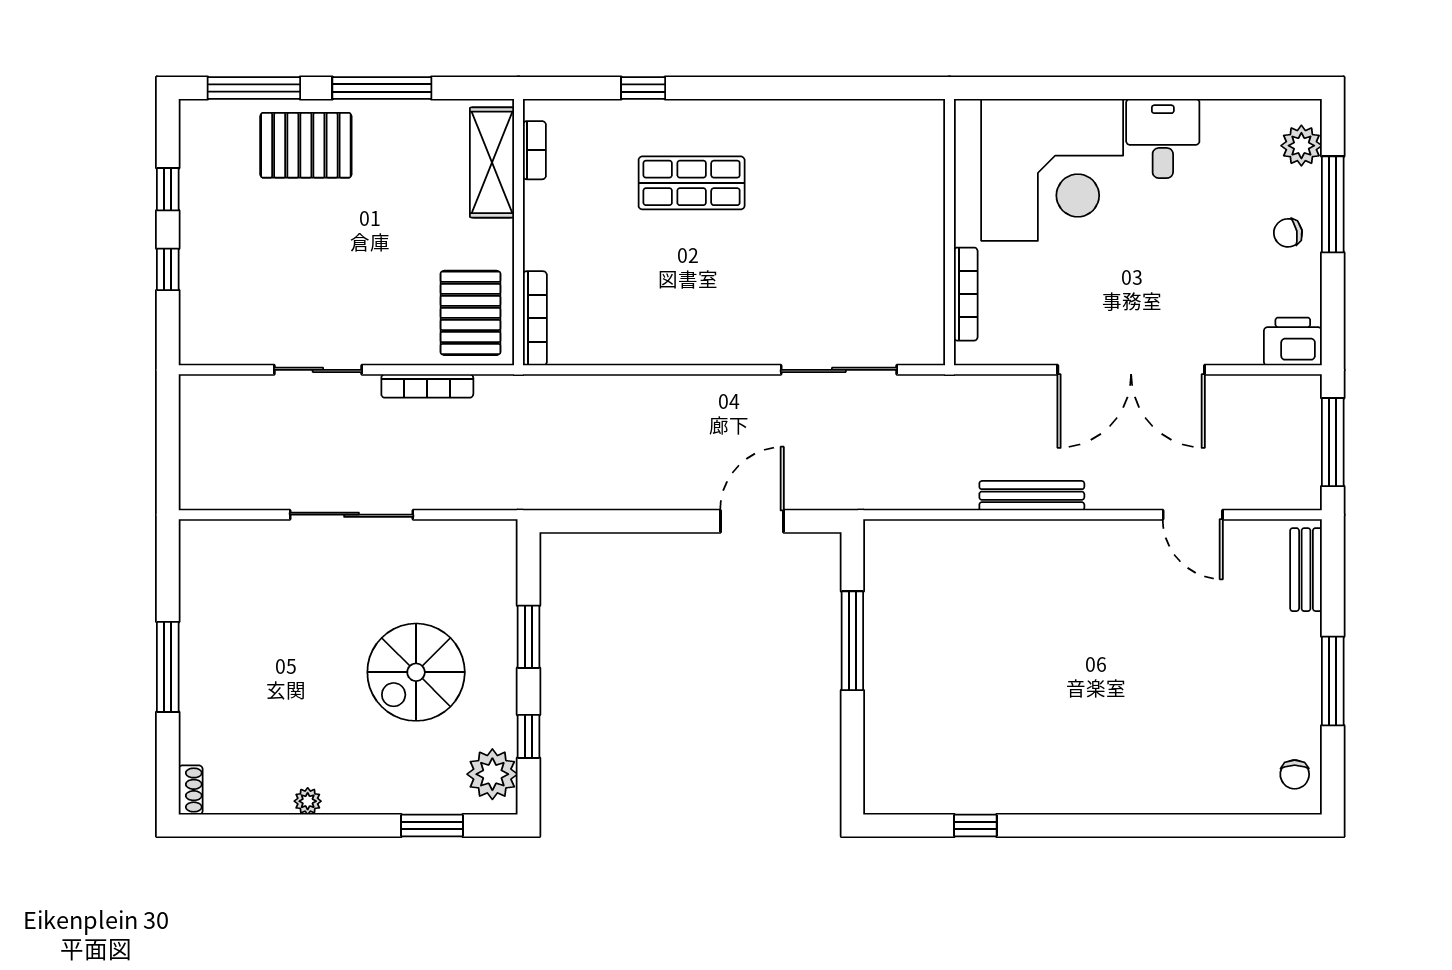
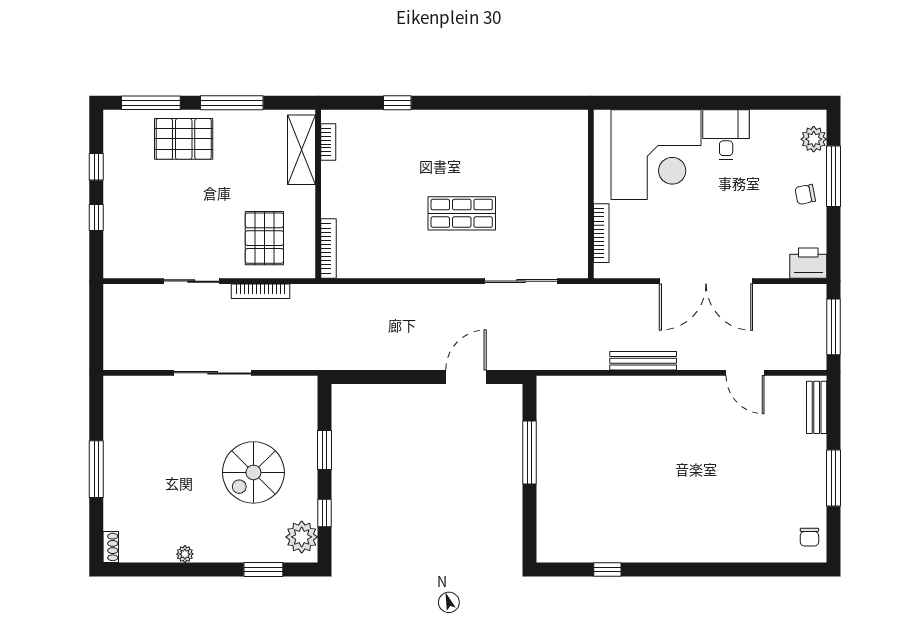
shop shelf: (692, 183) -> (462, 213), moved
pallet: (470, 313) -> (264, 238), moved

